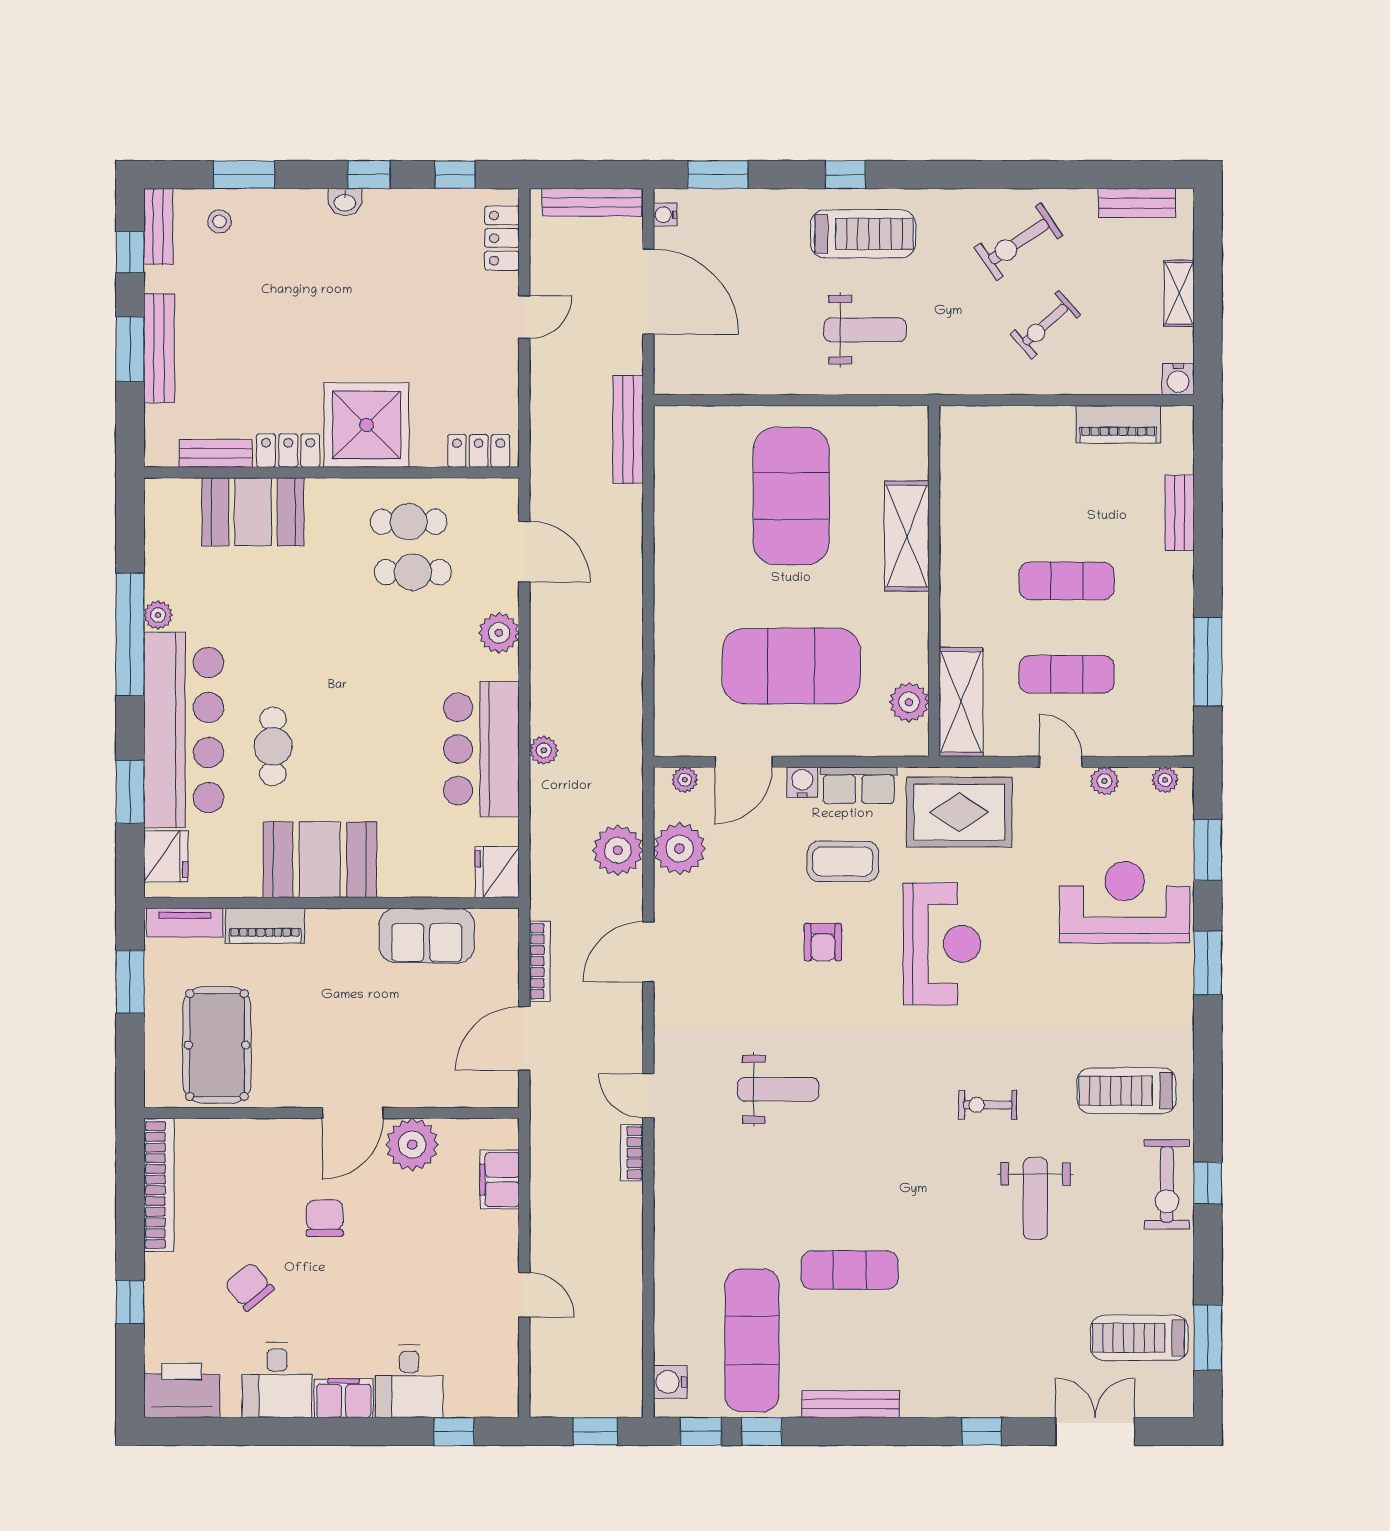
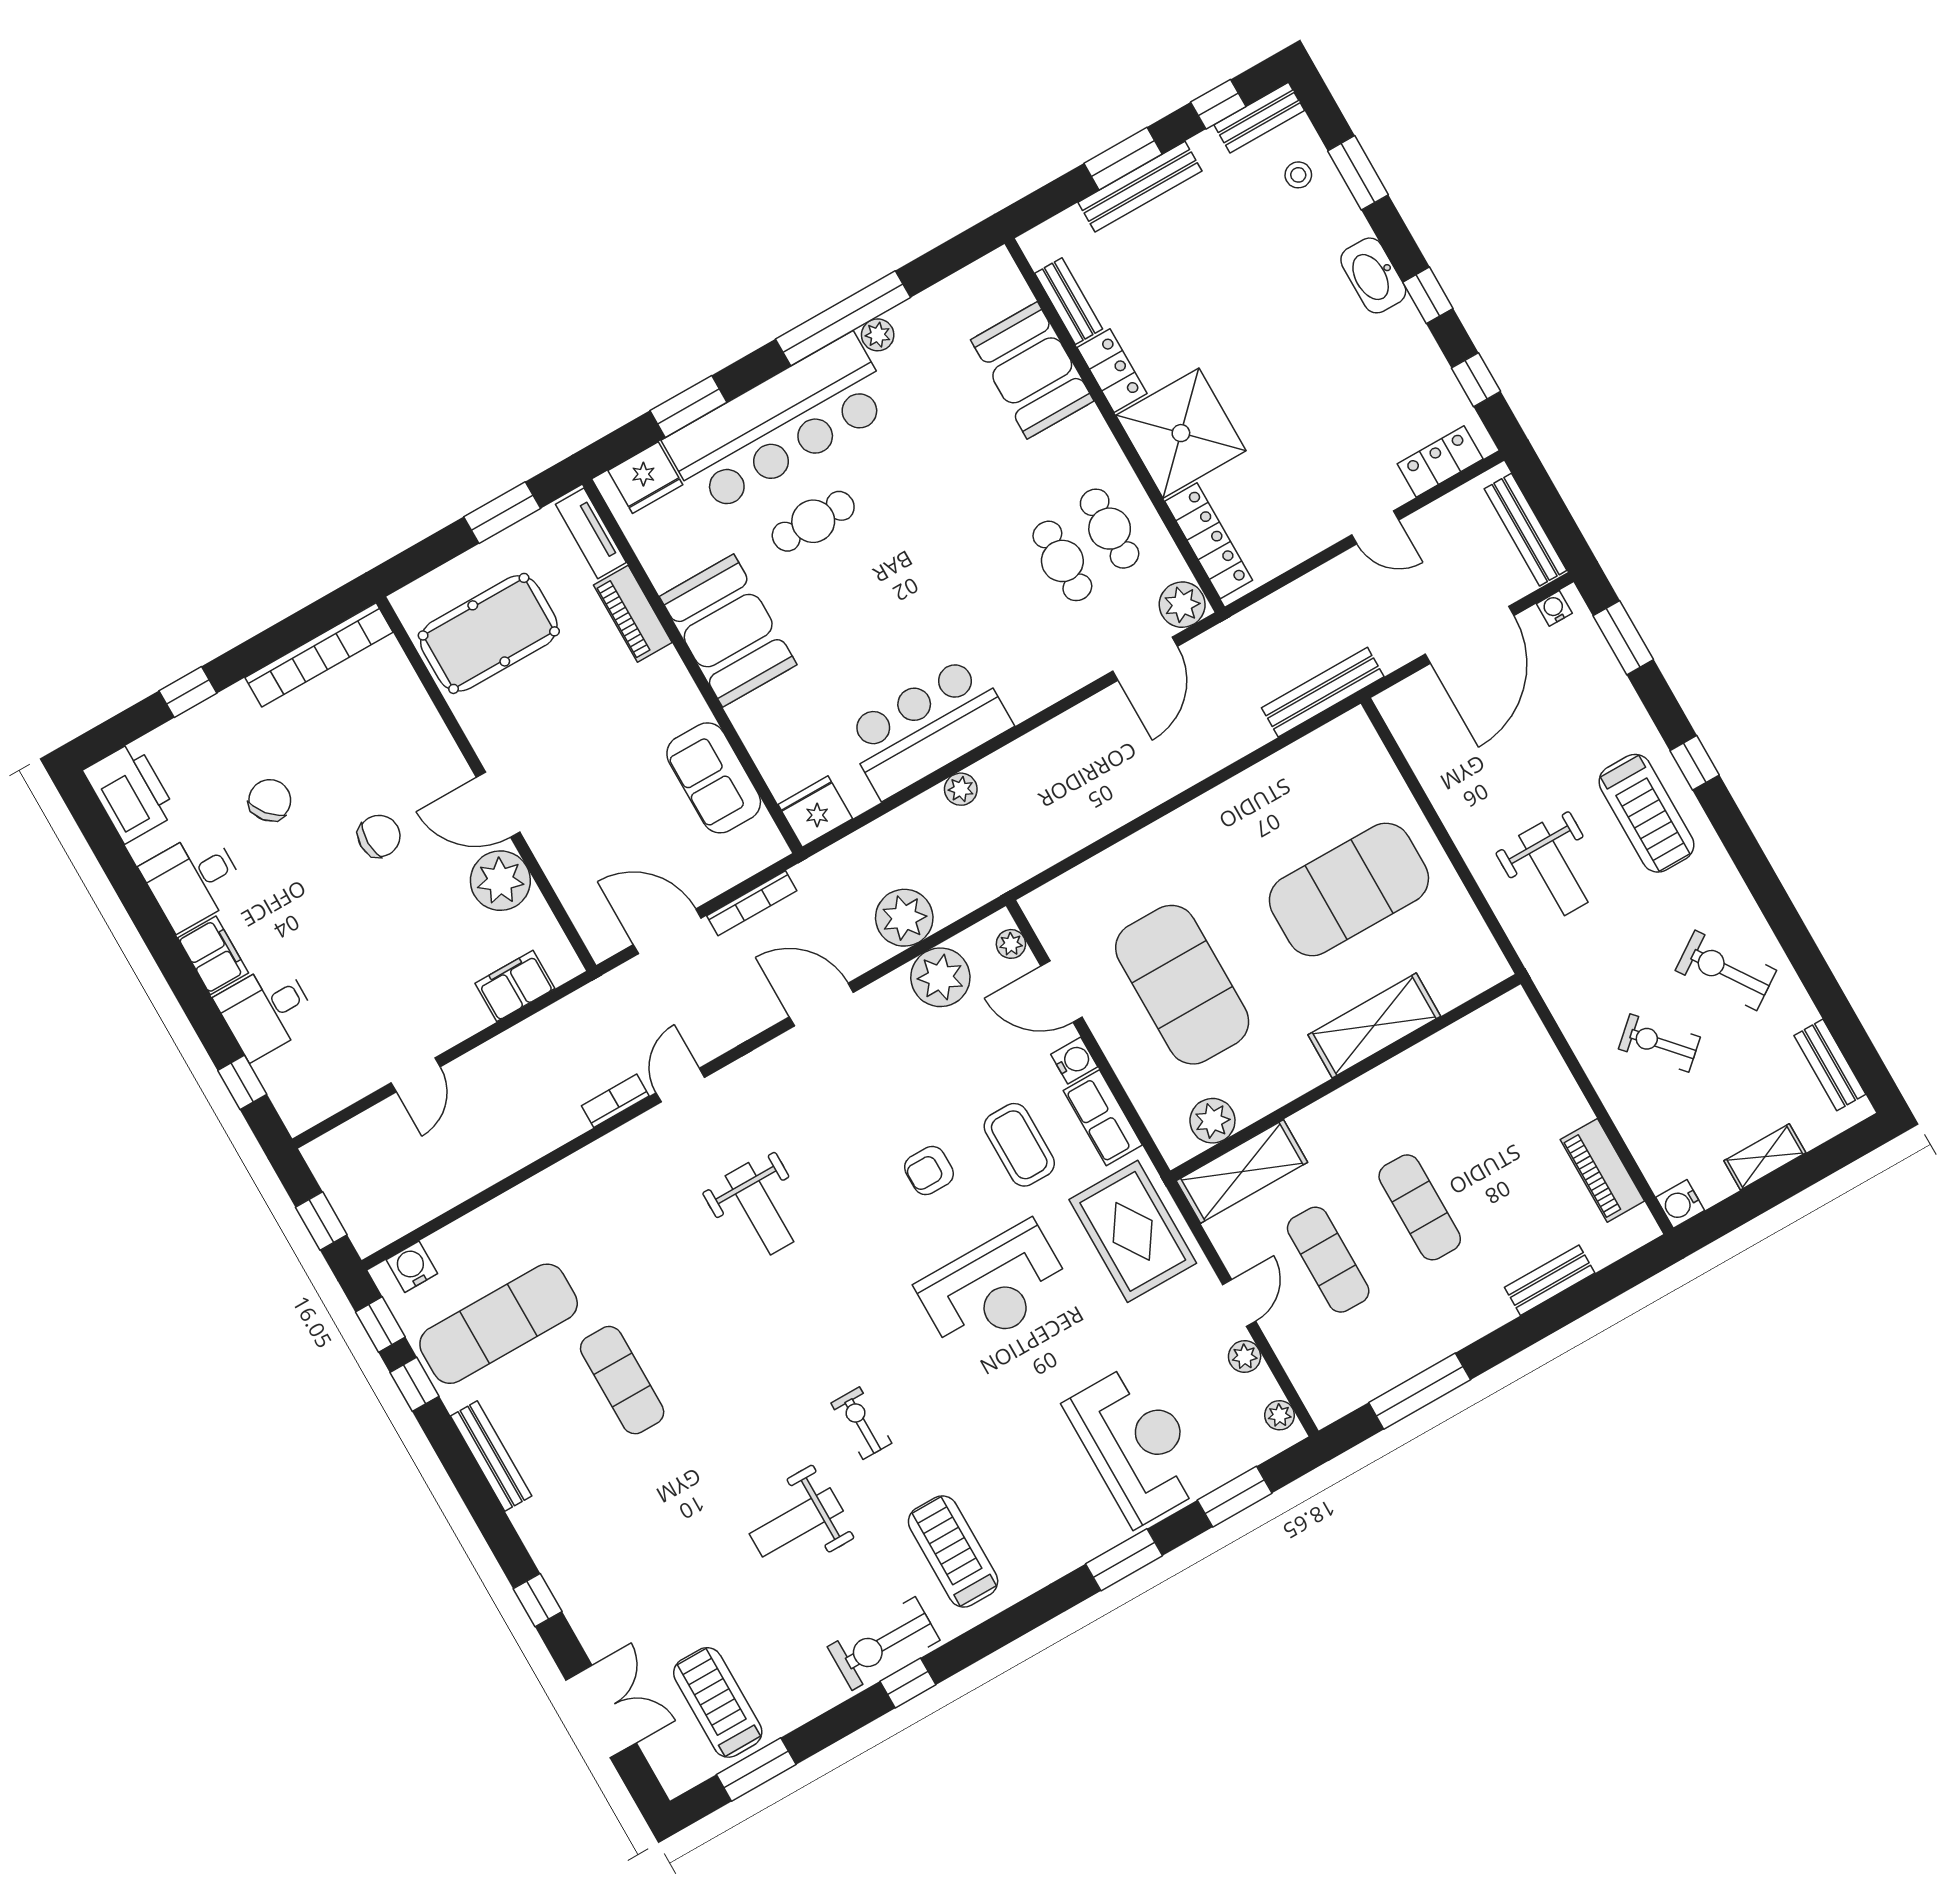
washbasin: (345, 202) -> (1373, 275), width x1.91, depth x1.45
locker: (479, 451) -> (1209, 541), width x1.53
plant: (499, 633) -> (1182, 605), moved

